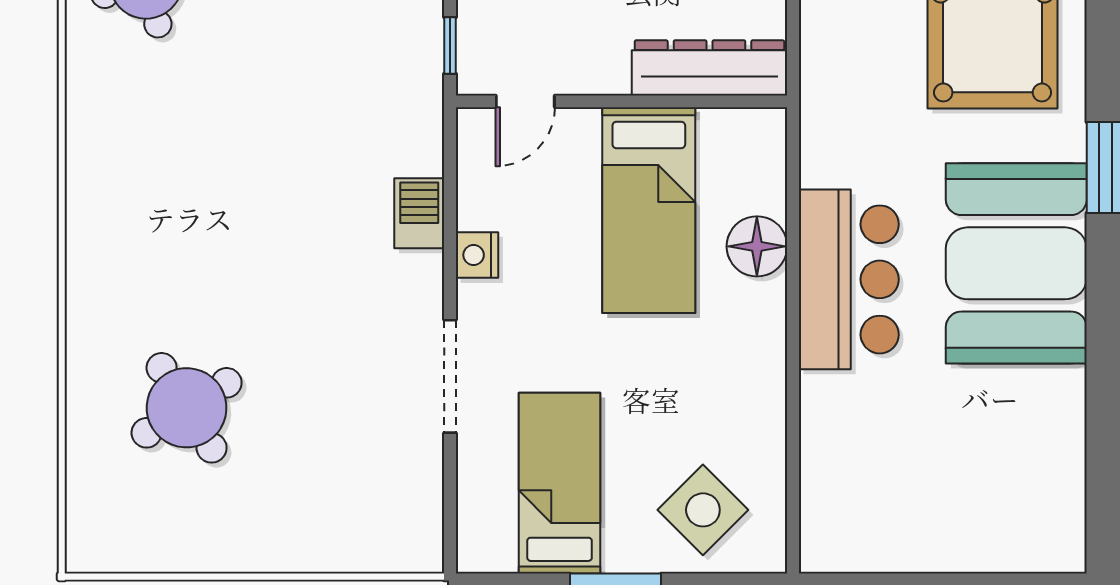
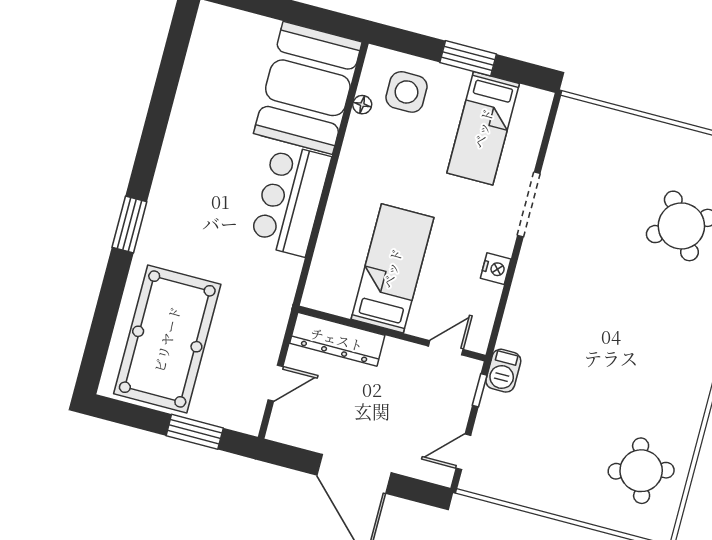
barbecue: (419, 213) -> (503, 371), moved
floor lamp: (757, 246) -> (362, 105), moved, width x0.53, depth x0.53
booth: (1016, 263) -> (308, 88), moved
side table: (703, 510) -> (407, 92), turned 45

